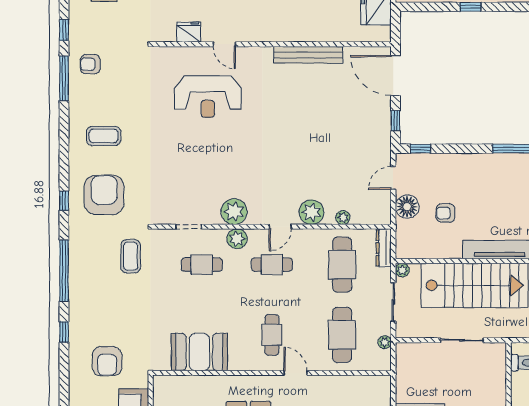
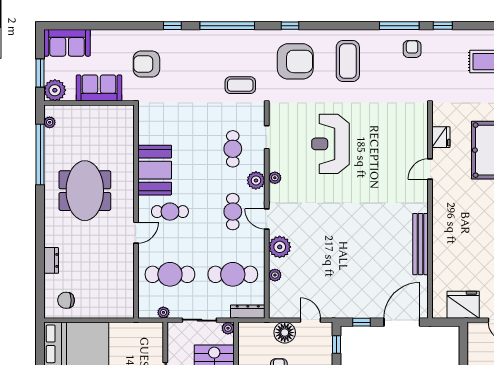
reception desk: (208, 97) -> (330, 144), moved
coffee table: (104, 136) -> (348, 61), width x1.36, depth x1.32
plant: (234, 212) -> (275, 178), width x0.53, depth x0.53
booth: (199, 352) -> (155, 170), moved

